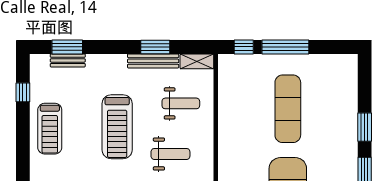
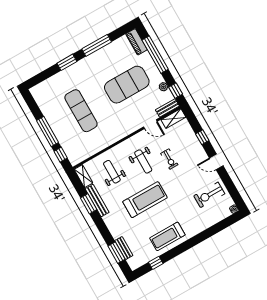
exercise mat: (288, 109) -> (81, 111), turned 90
treadmill: (50, 129) -> (167, 236), turned 180
weight bench: (170, 154) -> (143, 161), turned 180

